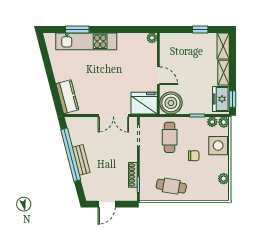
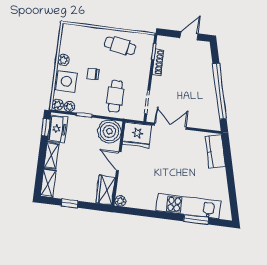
wardrobe: (168, 47) -> (105, 190), added
bench: (81, 160) -> (209, 85), removed
plant: (224, 179) -> (63, 60), moved

